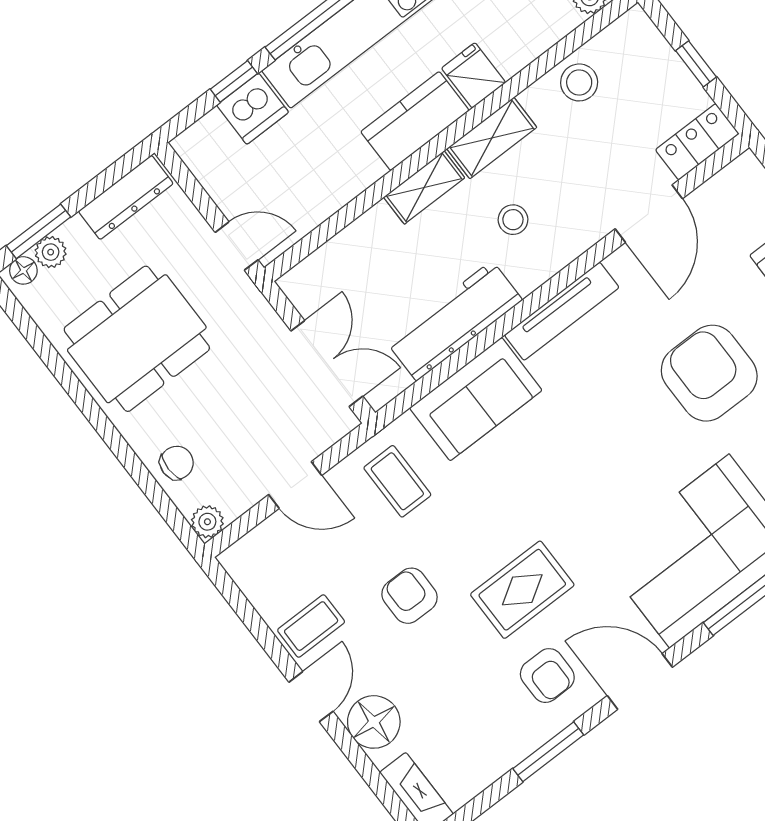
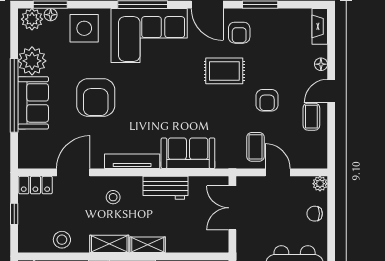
stool: (513, 220) -> (113, 197), moved
workbench: (454, 321) -> (166, 188), width x0.73
coffee table: (397, 481) -> (255, 147), moved
coffee table: (311, 626) -> (311, 117), turned 90
armchair: (547, 676) -> (239, 33), turned 180
floor lamp: (374, 722) -> (321, 64), width x0.53, depth x0.53

